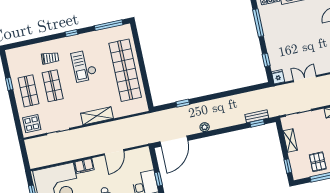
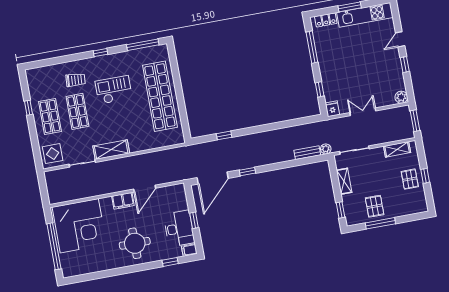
checkout: (84, 66) -> (114, 90), turned 90
shelving: (97, 116) -> (111, 150), moved
window: (257, 123) -> (247, 172), moved
plant: (205, 127) -> (326, 149), moved
filing cabinet: (84, 166) -> (123, 201), moved

